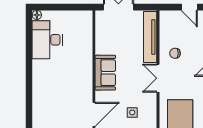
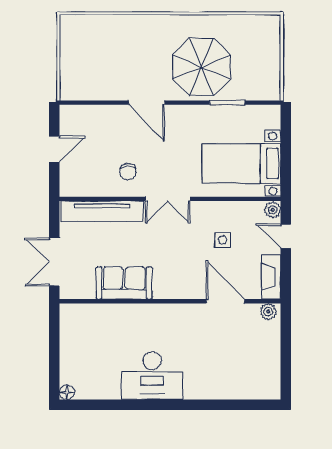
desk: (47, 40) -> (152, 376), moved
sofa: (105, 73) -> (124, 283), moved

